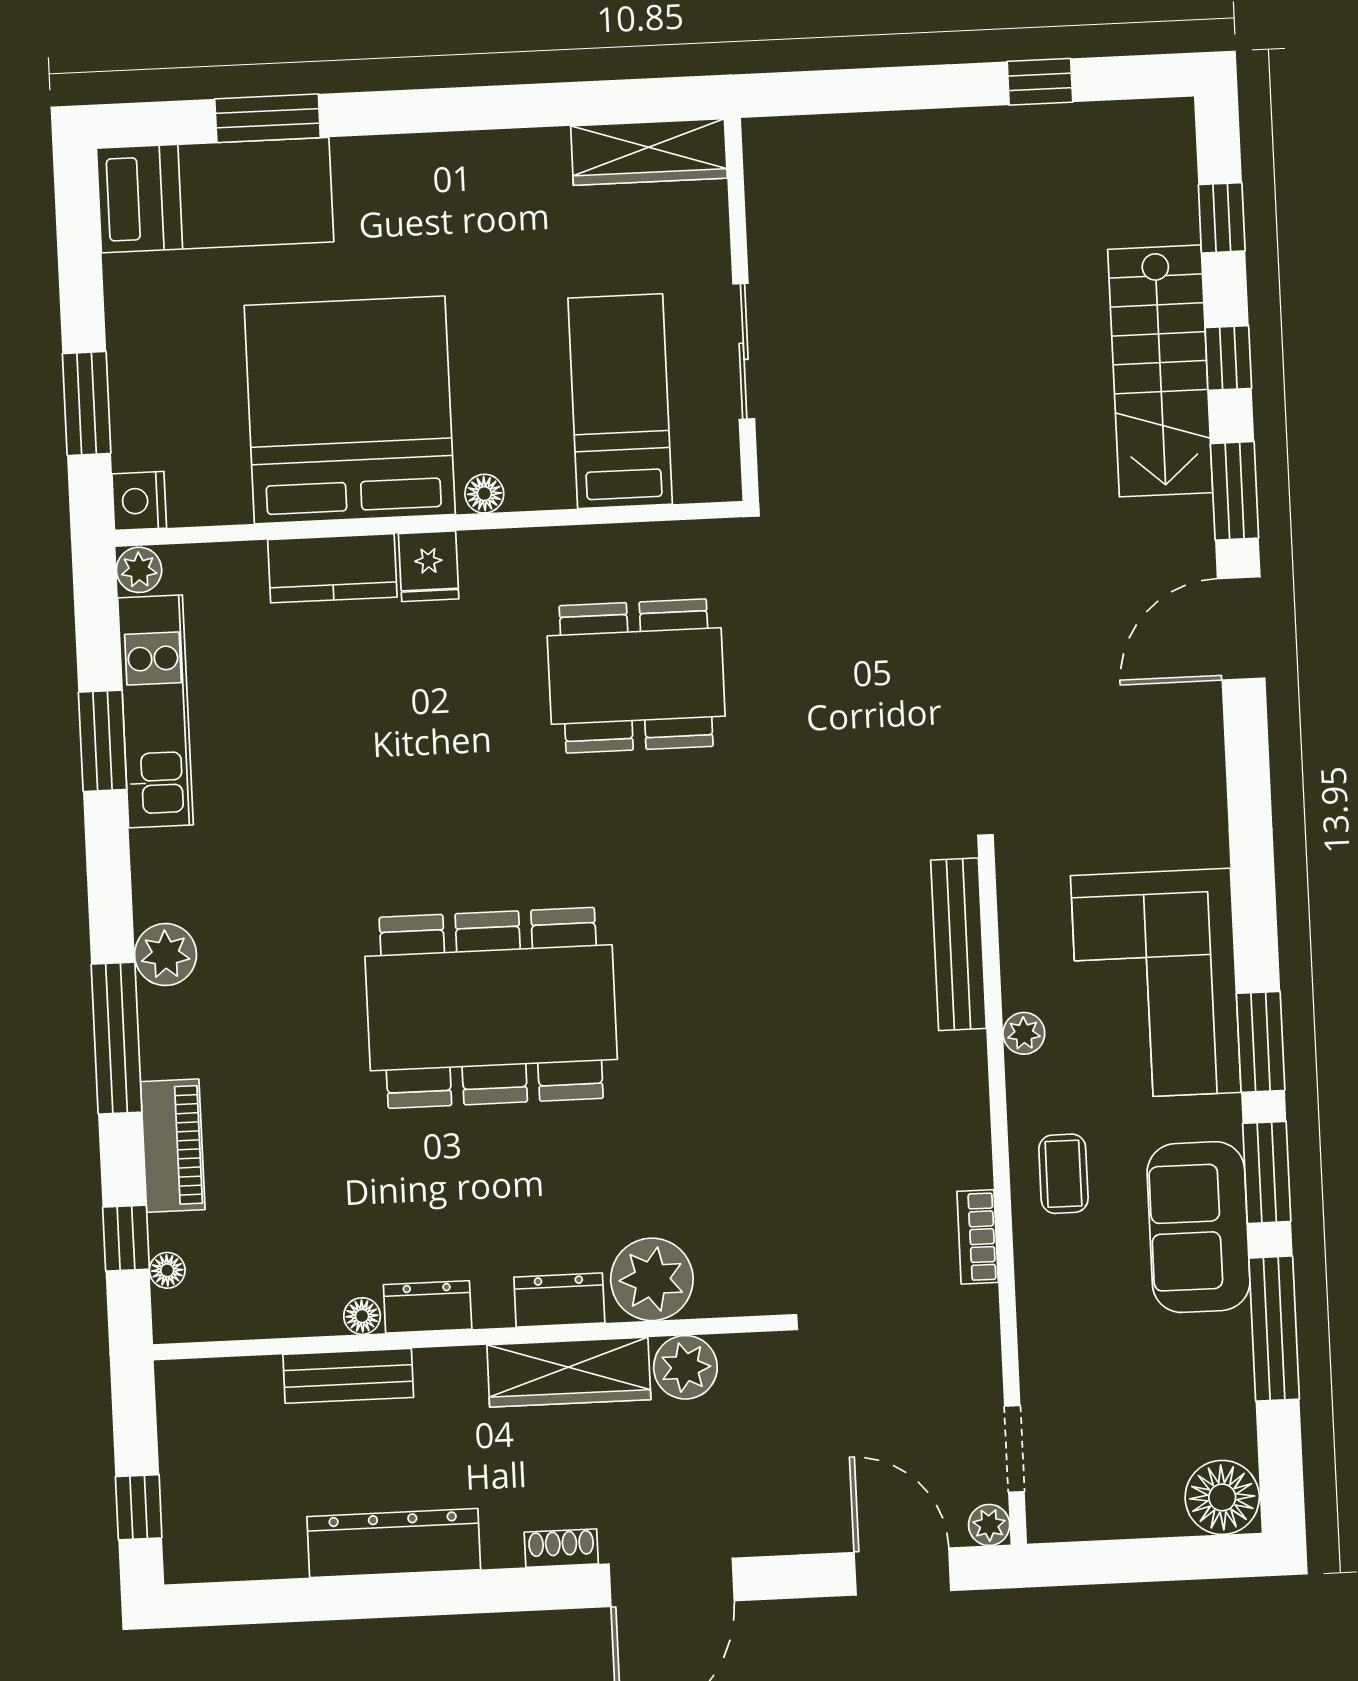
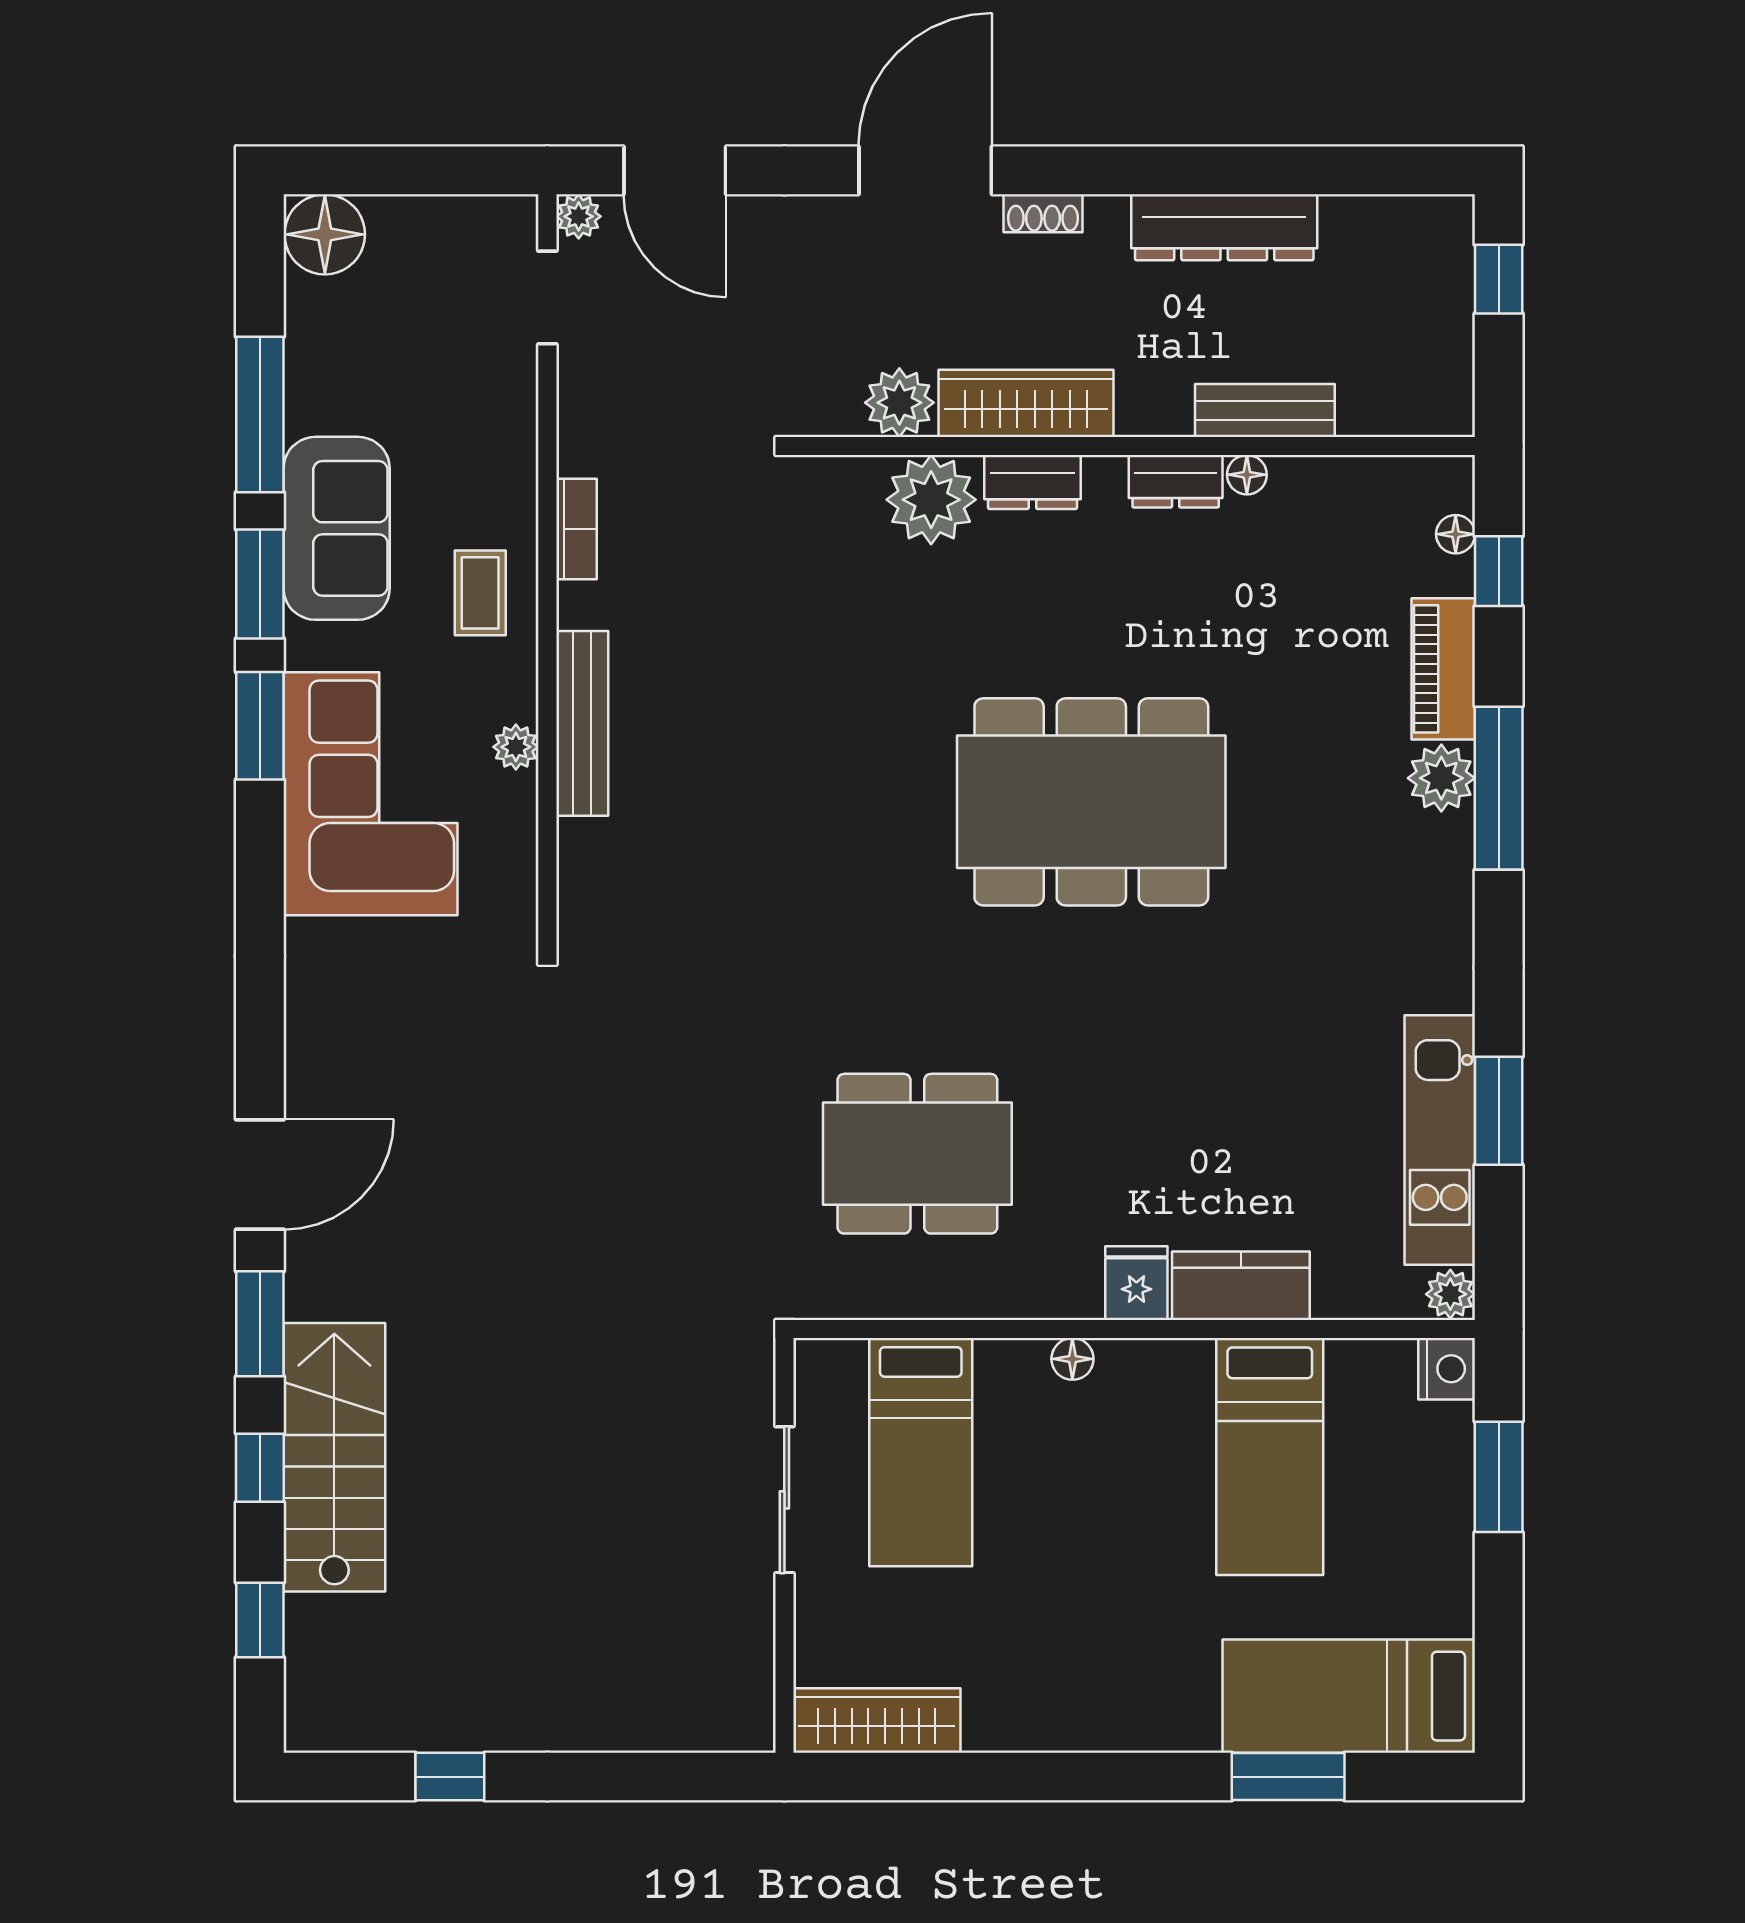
bed: (350, 410) -> (1270, 1456), width x0.49
bench: (958, 944) -> (582, 723), moved
plant: (165, 955) -> (1441, 778), moved

